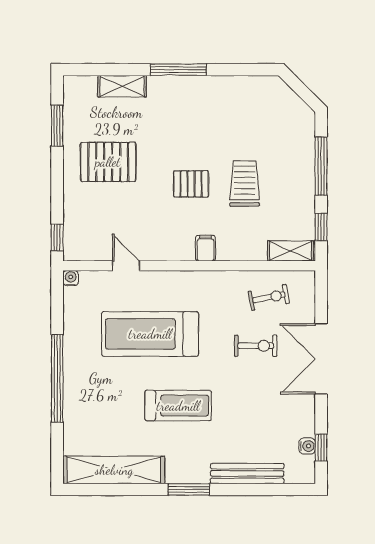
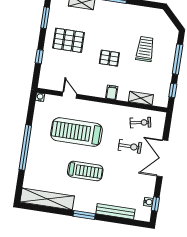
trolley: (245, 183) -> (145, 49), moved
window: (57, 237) -> (39, 57), moved
shelving: (290, 251) -> (141, 98), moved

